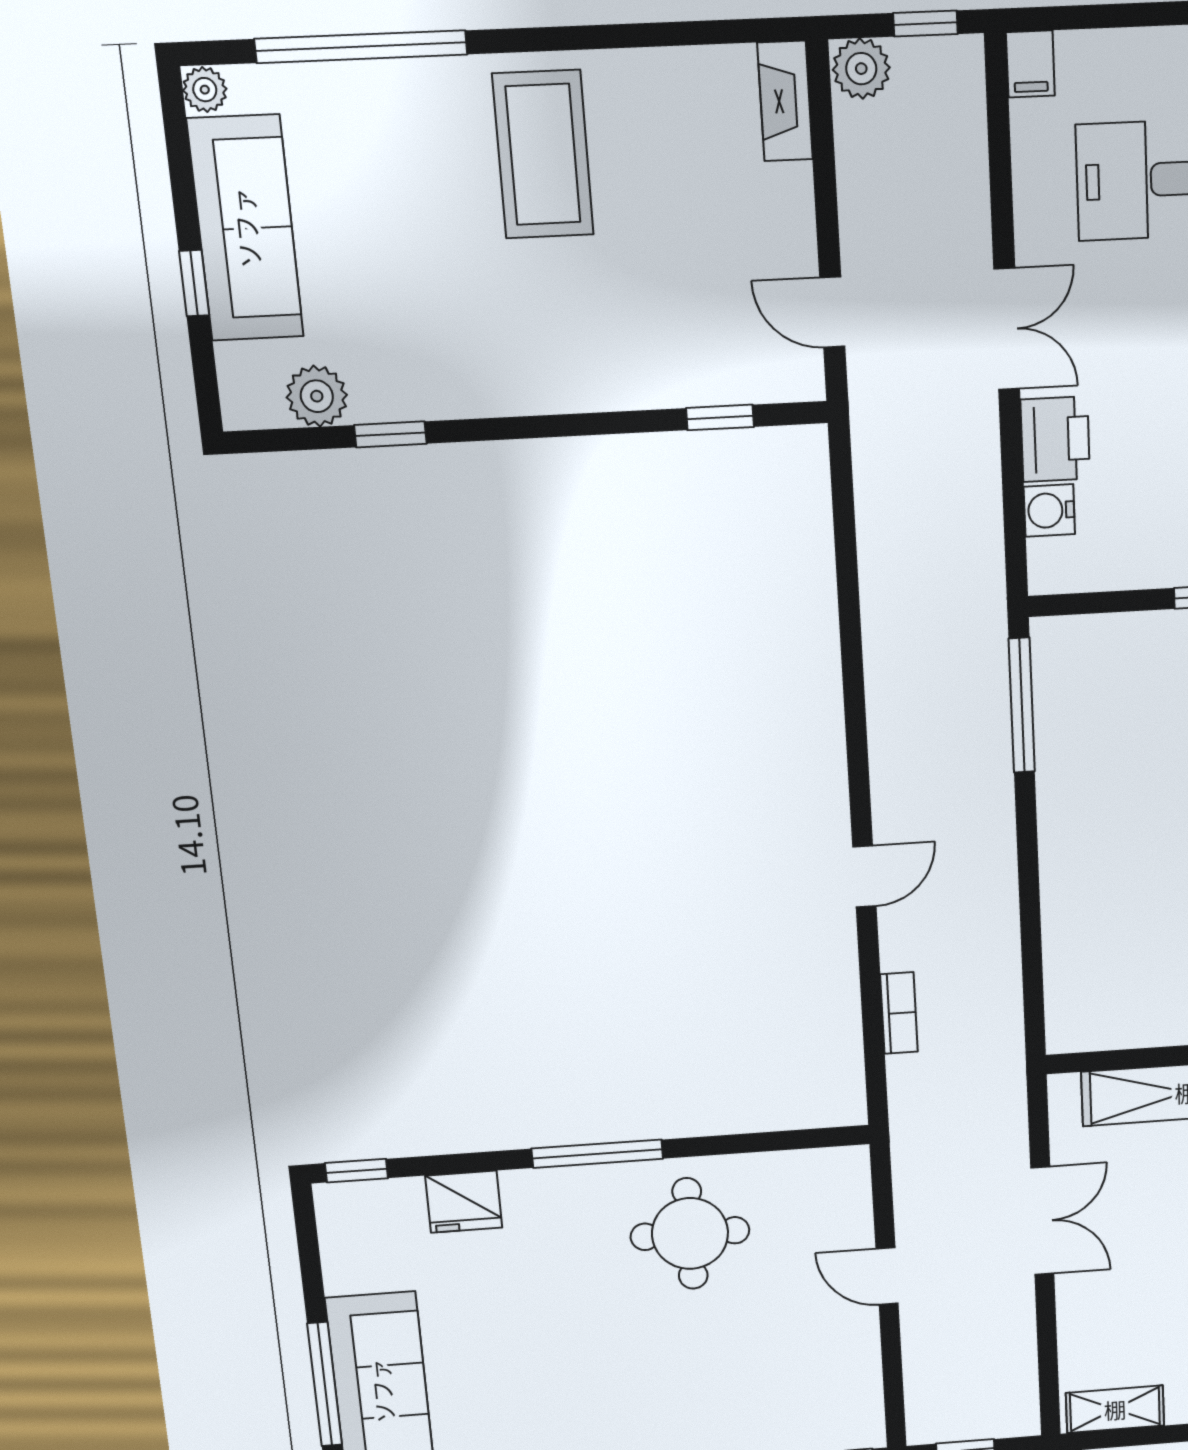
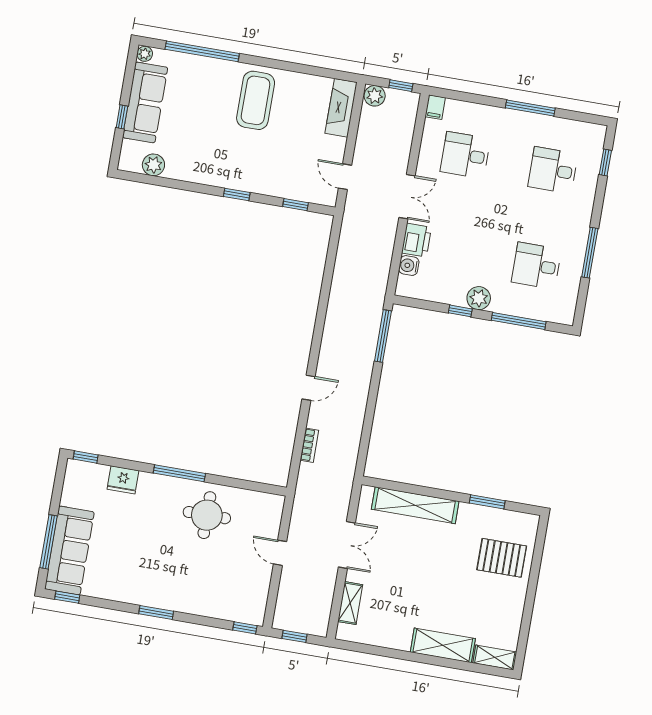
fireplace: (785, 101) -> (341, 108), width x1.37, depth x1.32
window: (390, 434) -> (237, 194), moved
shelving: (1115, 1409) -> (350, 603), moved, turned 90

